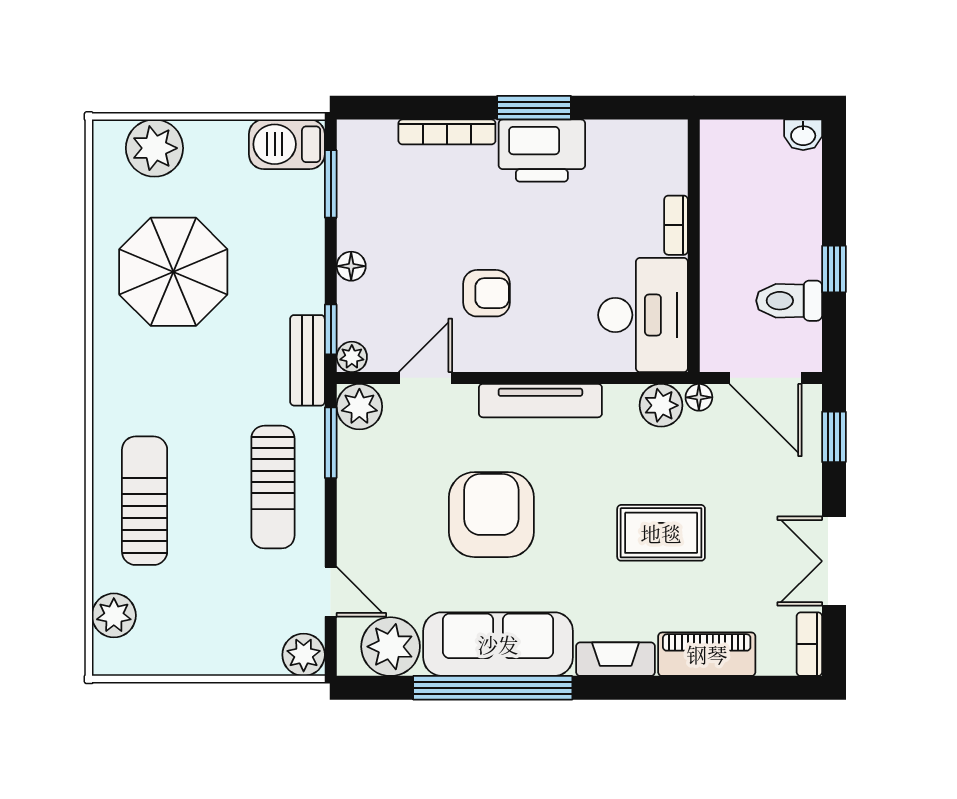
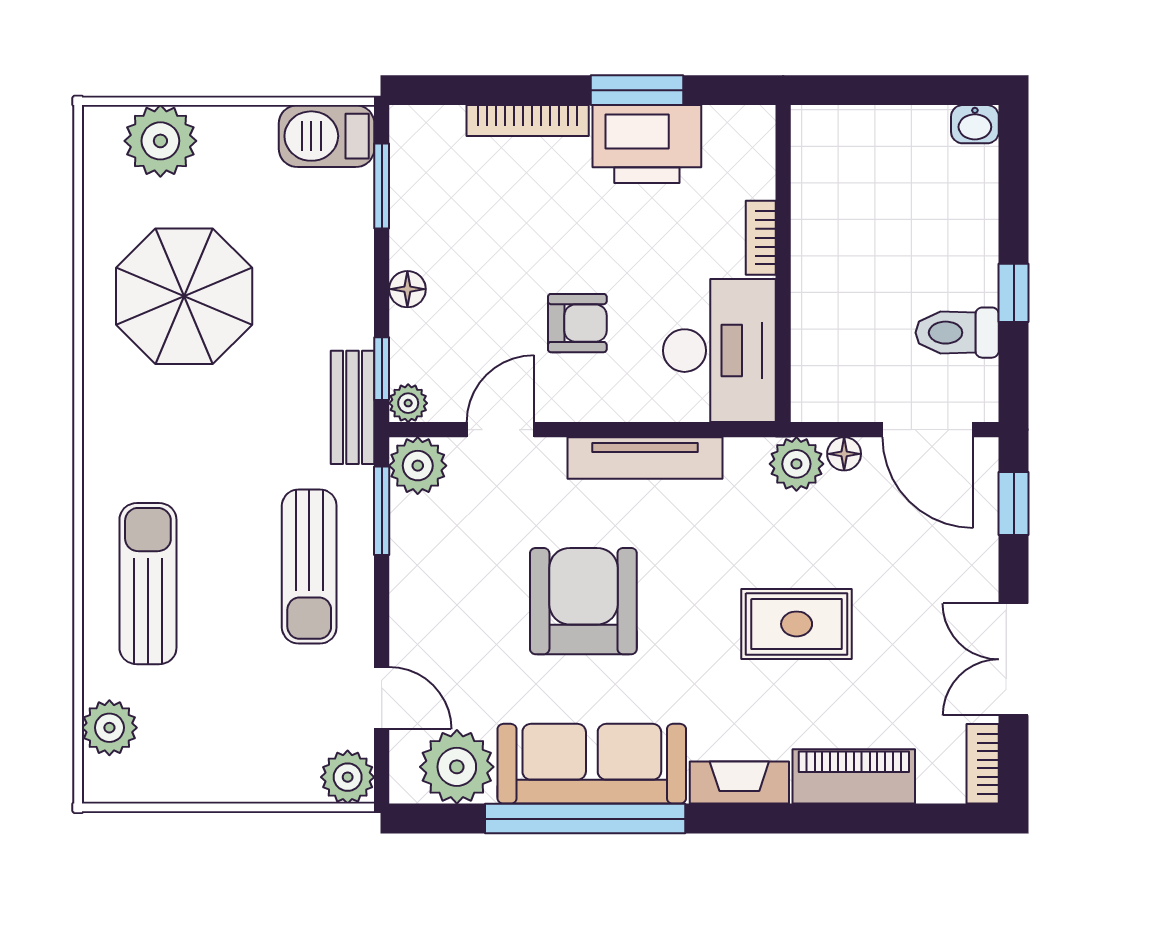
bookcase: (676, 225) -> (761, 238), moved
wall: (694, 246) -> (783, 264), moved
desk: (643, 315) -> (719, 351), moved

